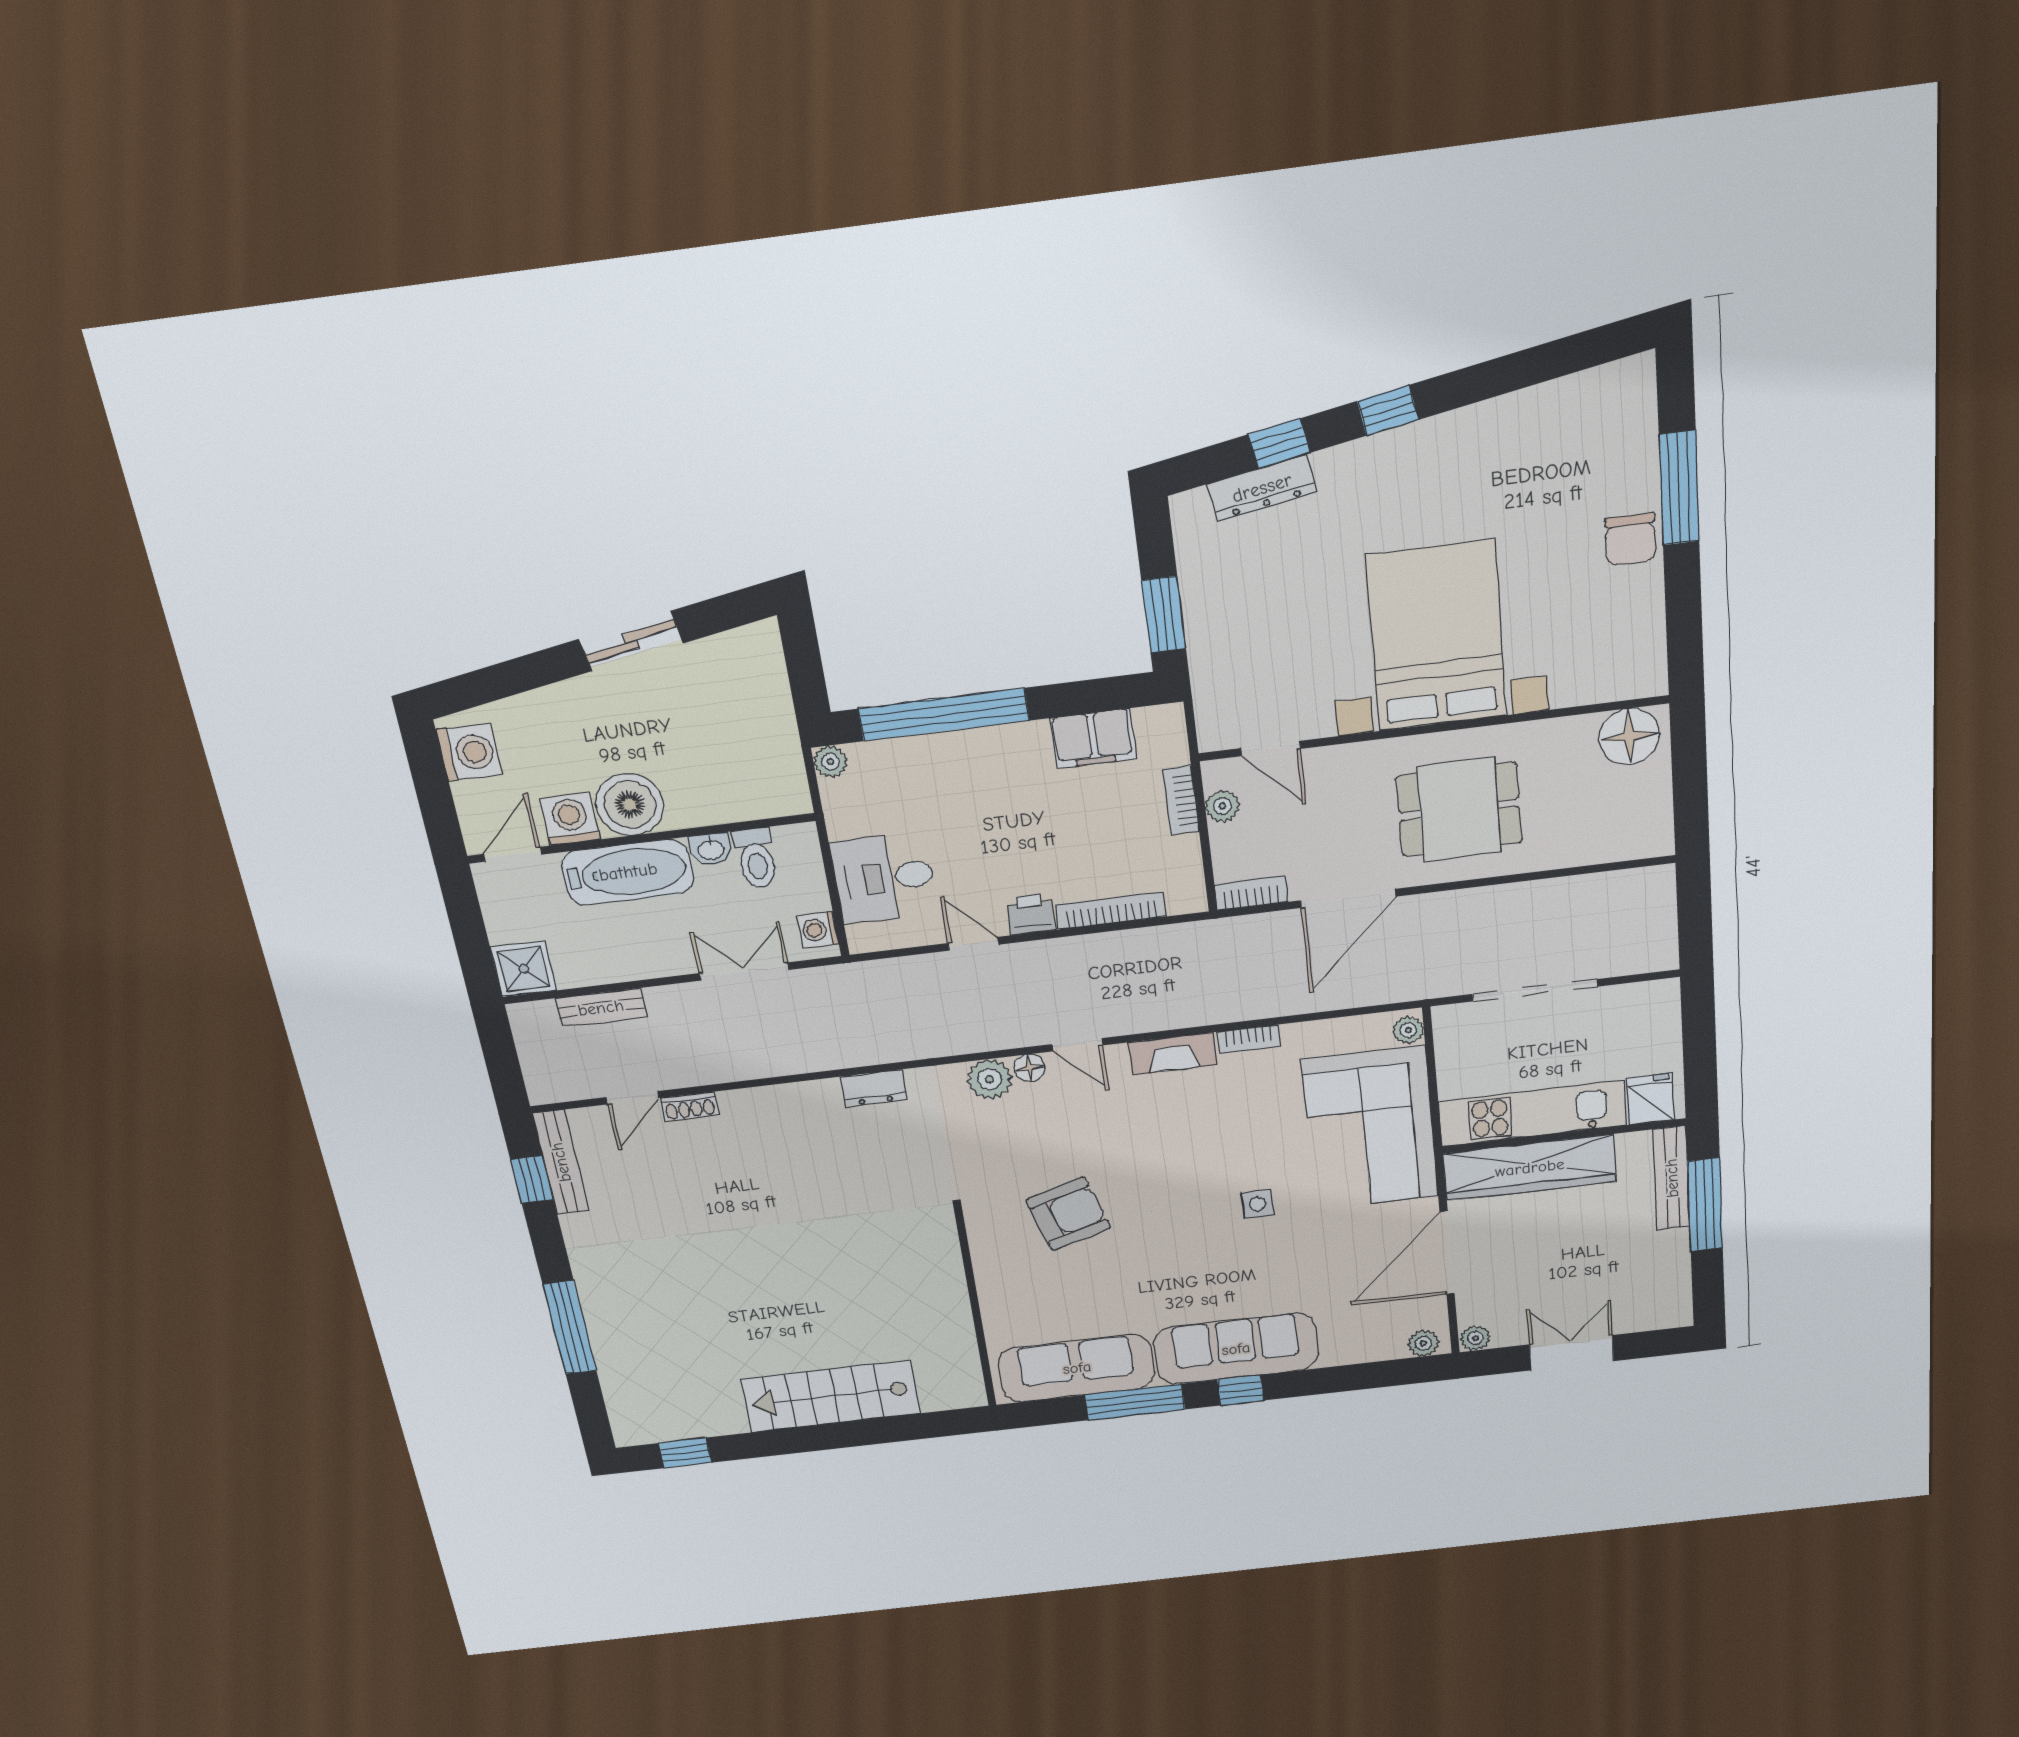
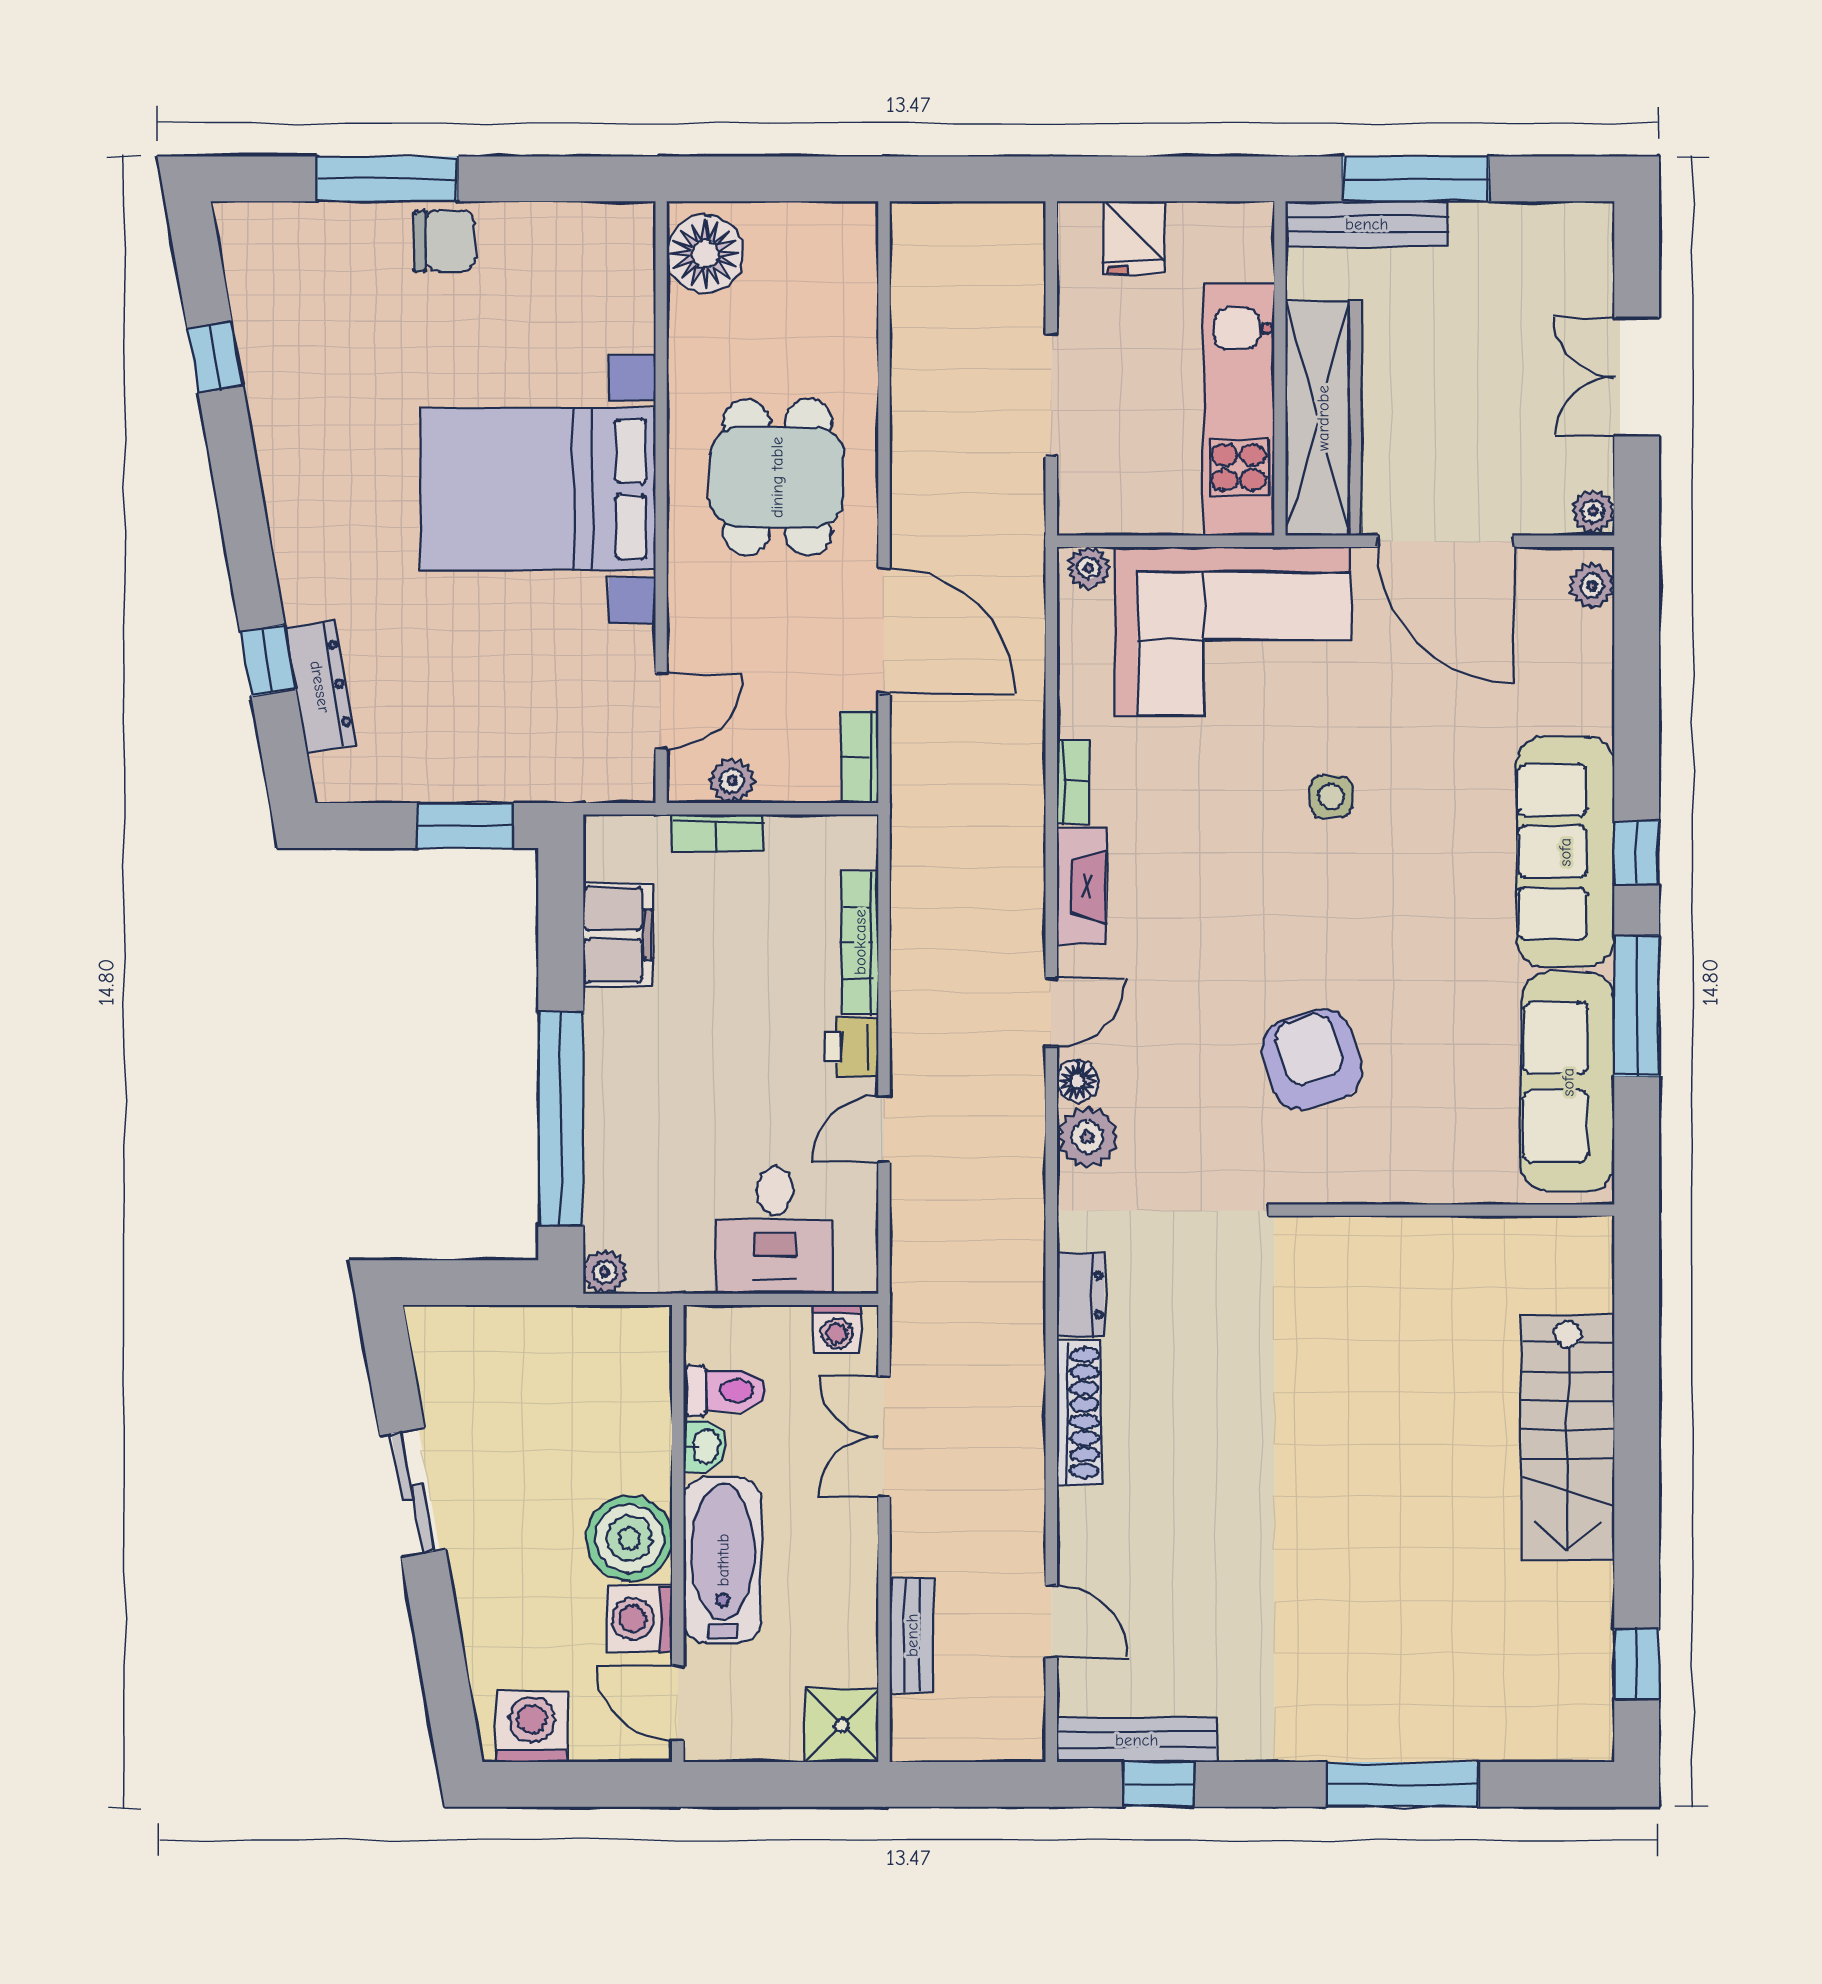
window: (1388, 410) -> (215, 357), moved
doorway: (1535, 990) -> (1051, 395), width x0.73
fridge: (1651, 1099) -> (1133, 238), moved, turned -90
shoe rack: (690, 1106) -> (1079, 1413), moved, width x1.94, depth x1.24

